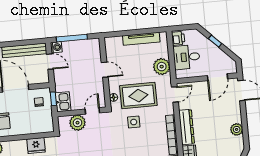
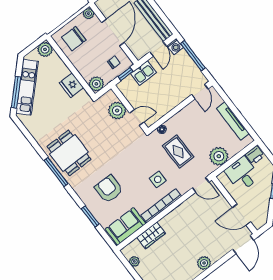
door: (105, 70) -> (200, 92), moved
rug: (138, 96) -> (178, 151), width x0.73, depth x0.70
kitchen sink: (63, 102) -> (143, 73), moved
side table: (134, 122) -> (158, 179), moved
plant: (47, 126) -> (96, 84), added
dresser: (187, 127) -> (177, 215), removed

